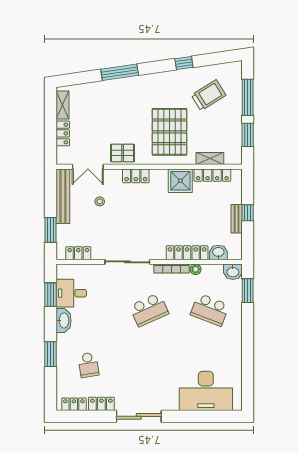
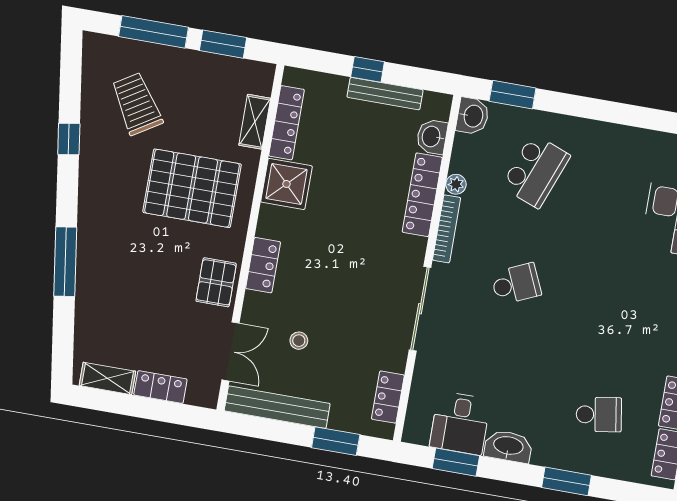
bench: (237, 219) -> (385, 94), width x1.36
school desk: (149, 310) -> (516, 284), width x0.54

